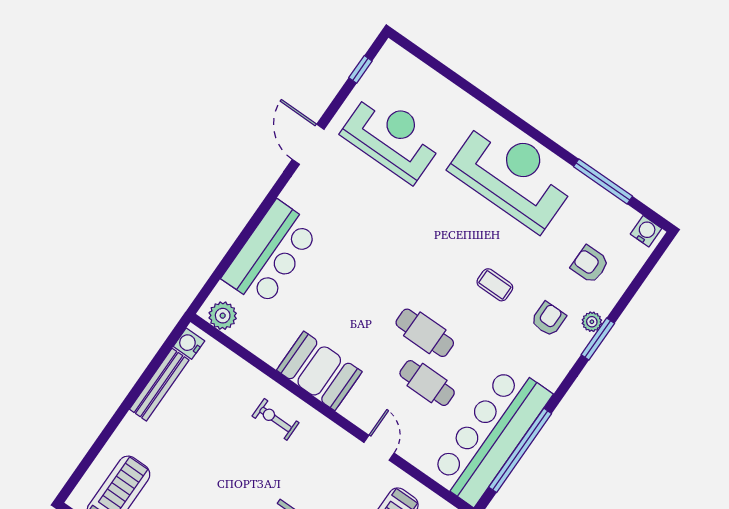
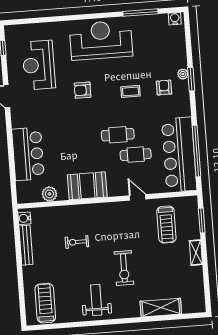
reception desk: (392, 137) -> (39, 65), turned -90
armchair: (590, 264) -> (82, 90), moved
plant: (223, 316) -> (49, 194), moved
exercise bike: (276, 419) -> (77, 242), moved

